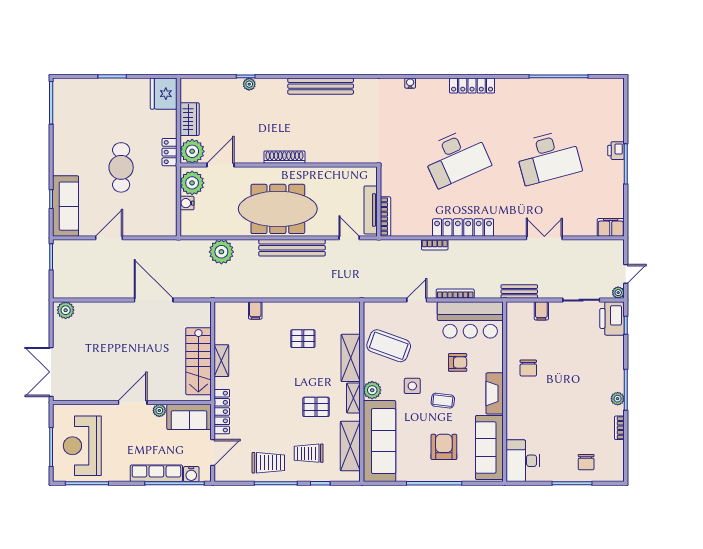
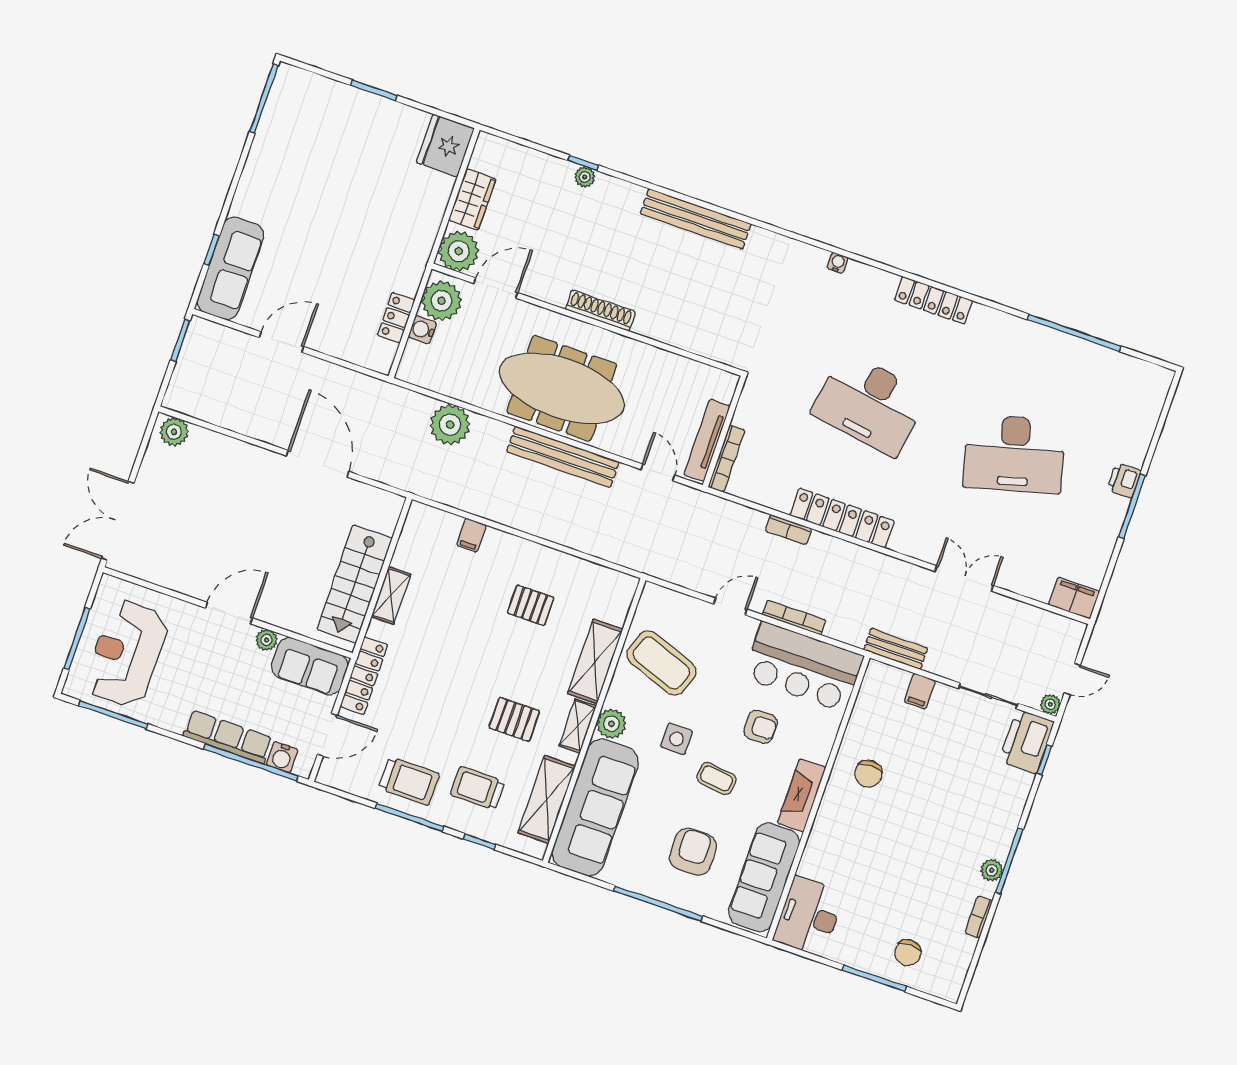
locker: (170, 152) -> (396, 318), moved
desk: (456, 157) -> (870, 404), turned 33
cafe table: (121, 167) -> (339, 238), removed

